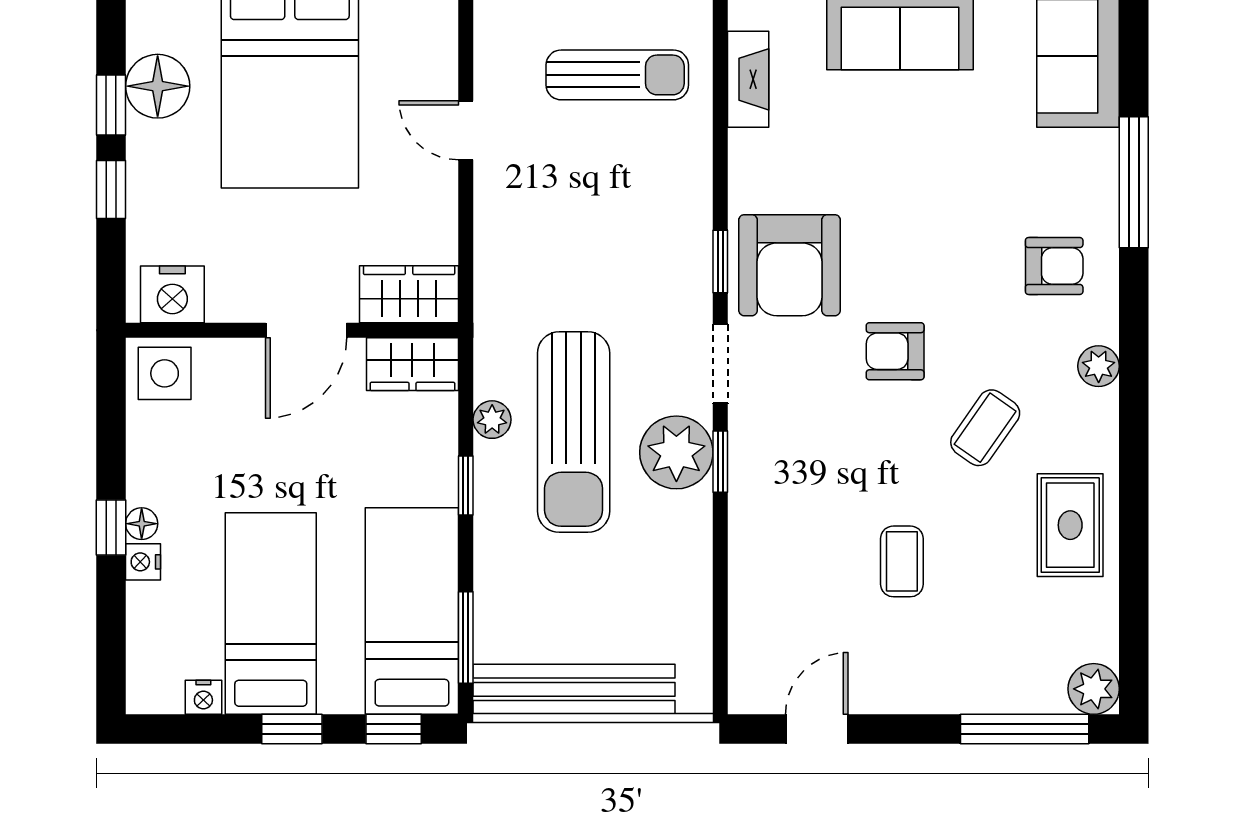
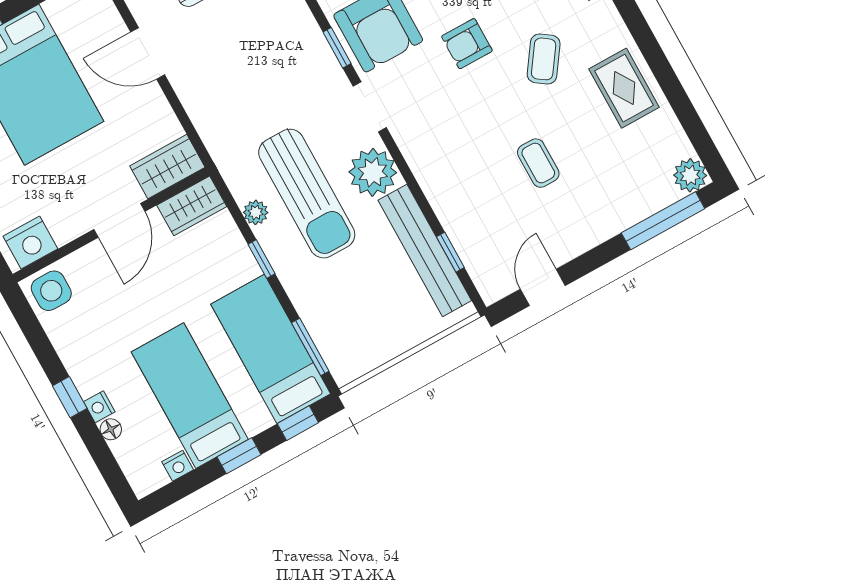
door: (466, 130) -> (148, 53), width x1.37
window: (720, 462) -> (450, 252), moved
floor lamp: (142, 524) -> (111, 429), moved
bench: (574, 689) -> (425, 250), moved, turned 90

